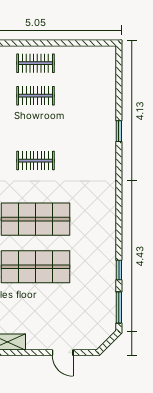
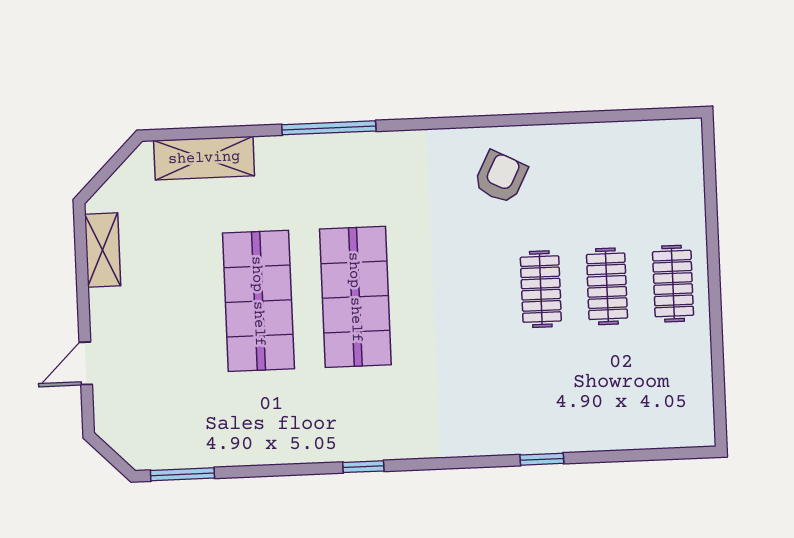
clothes rail: (36, 161) -> (541, 289), moved
window: (119, 270) -> (363, 467), moved

